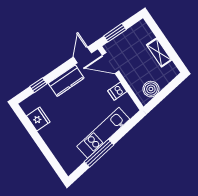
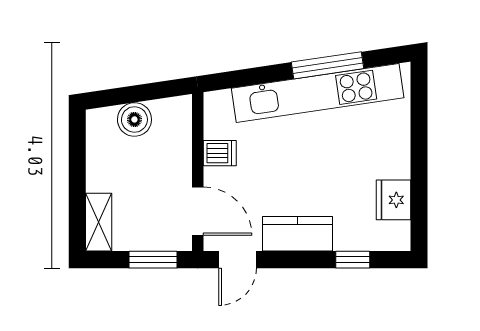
shelving: (159, 52) -> (99, 222), moved
boiler: (151, 89) -> (134, 119), moved
kitchen unit: (103, 133) -> (318, 93), width x1.36

